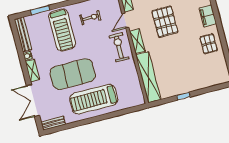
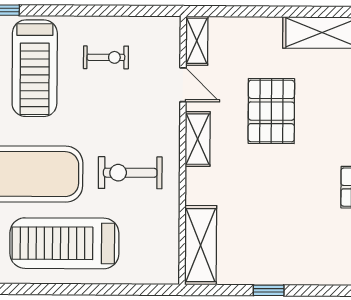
door: (125, 20) -> (183, 85), swing flipped
exercise bike: (119, 47) -> (130, 173), moved, turned -90
shelving: (148, 77) -> (201, 245), width x0.68

